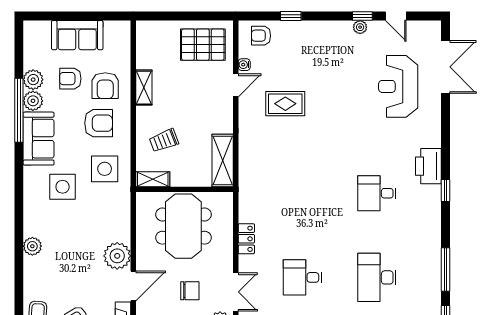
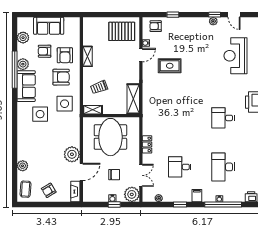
plant: (33, 80) -> (23, 38), moved
plant: (32, 246) -> (23, 166), moved

